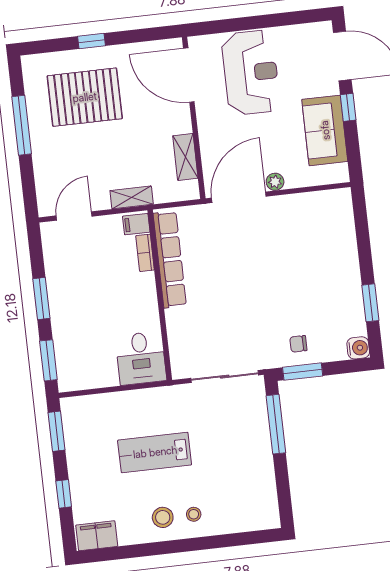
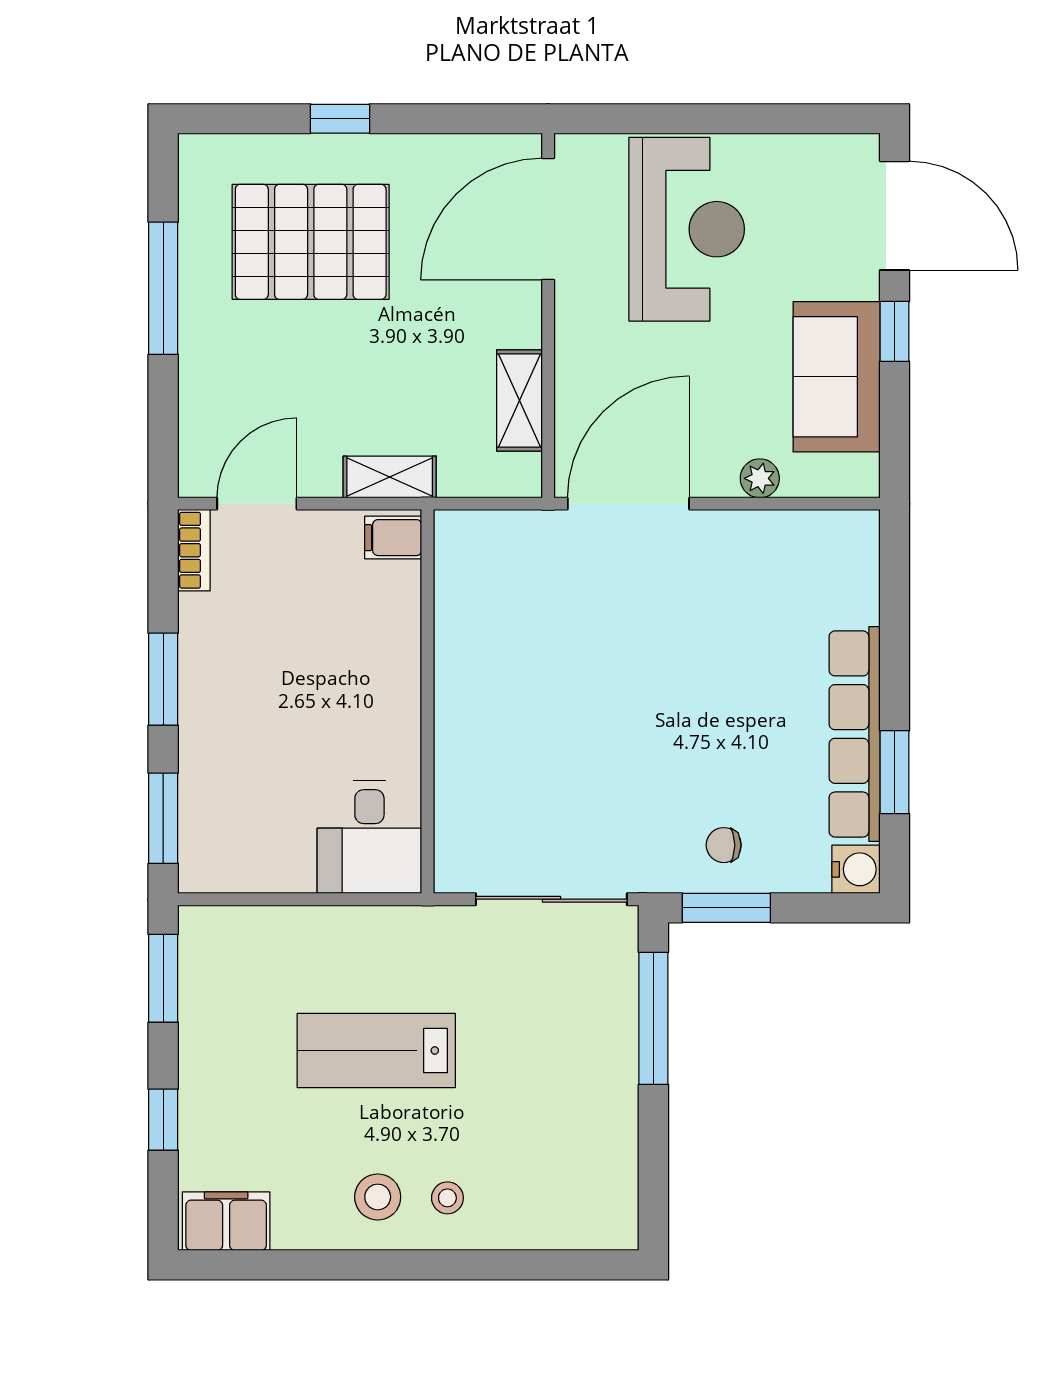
door: (189, 75) -> (548, 219), hinge flipped
plant: (275, 182) -> (760, 478), moved
bookcase: (145, 253) -> (194, 550), moved, turned 180
row of seats: (170, 259) -> (855, 734), moved, turned 180

